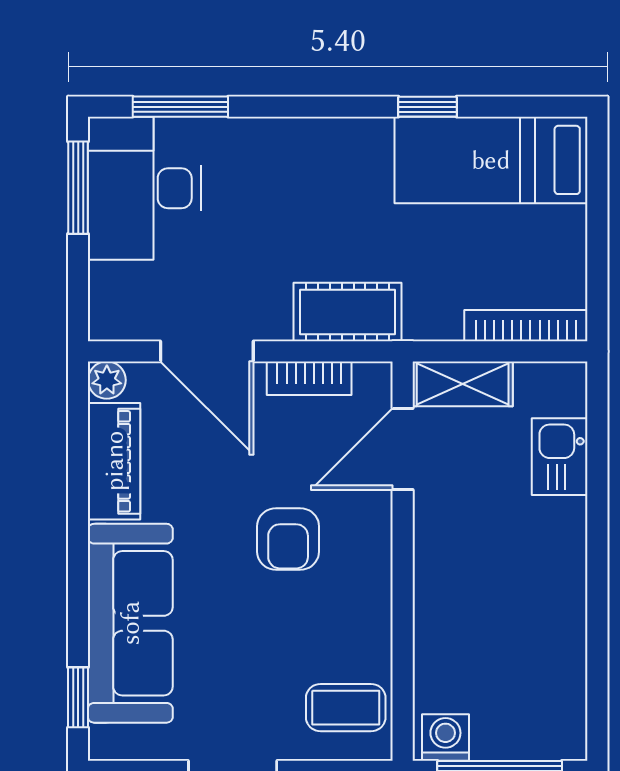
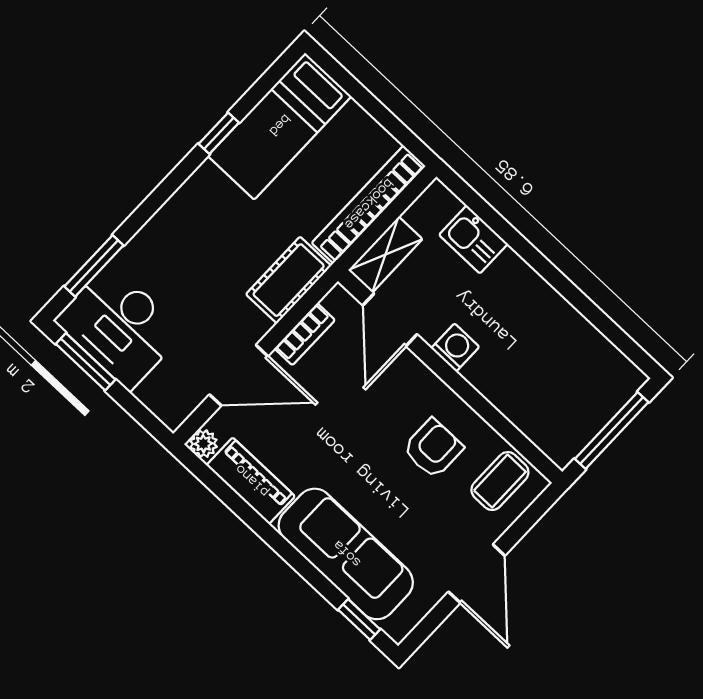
bookcase: (526, 326) -> (369, 205), width x1.48, depth x1.31
armchair: (288, 539) -> (433, 448), moved, turned -90
washing machine: (445, 738) -> (455, 347), moved, turned 90

